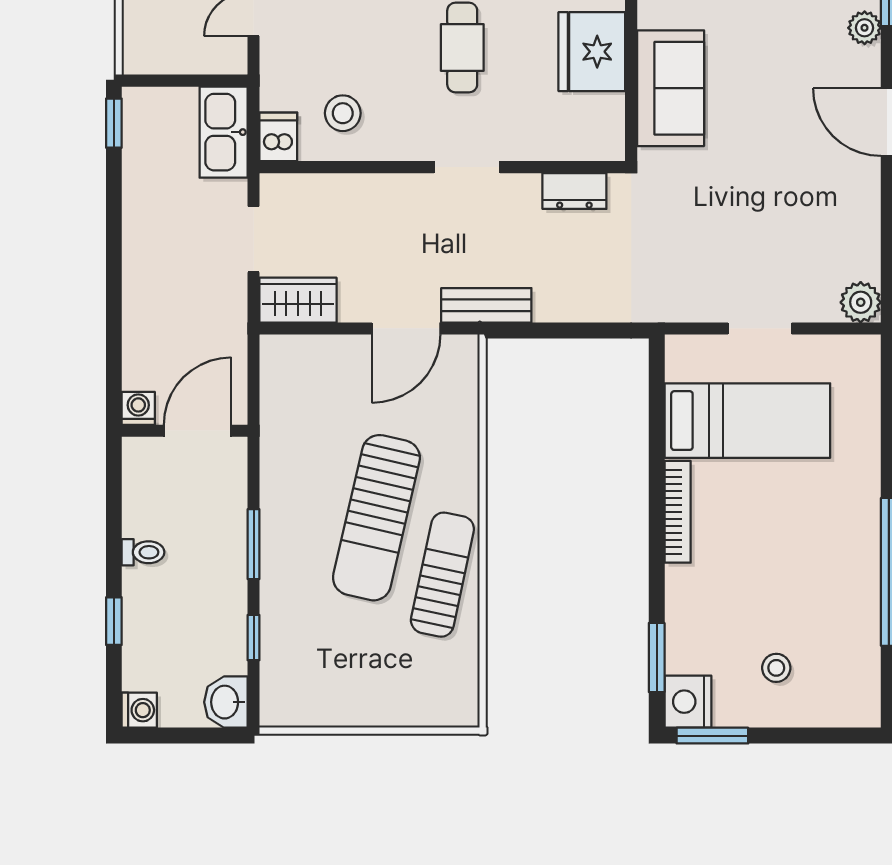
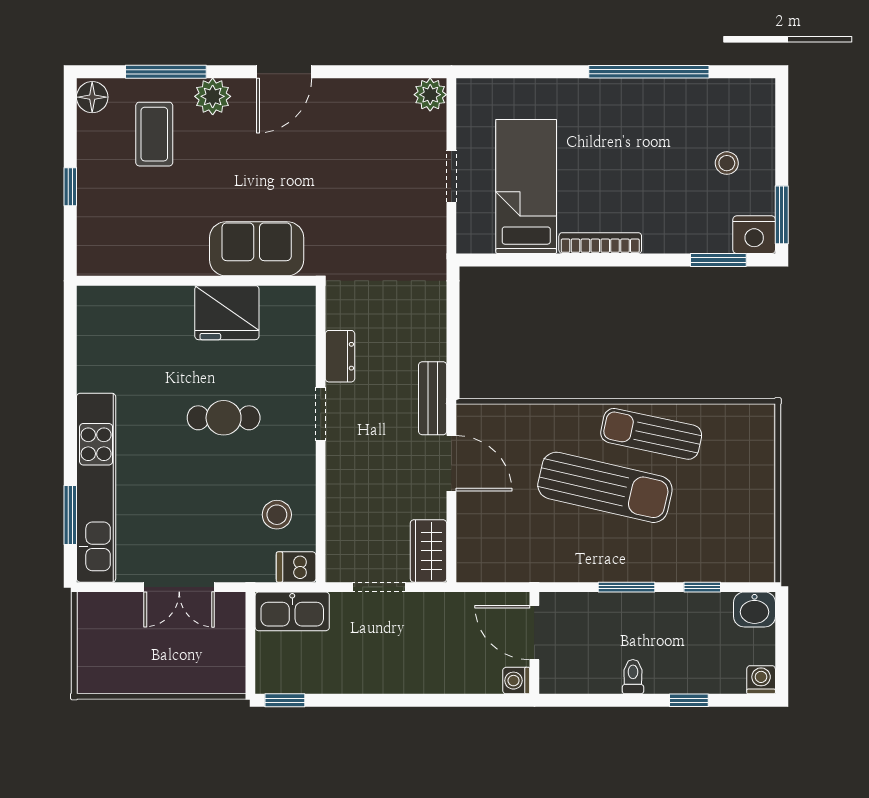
plant: (865, 28) -> (213, 96), width x1.38, depth x1.38
dresser: (574, 191) -> (340, 356), moved

